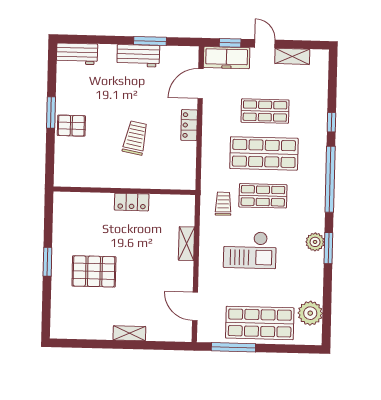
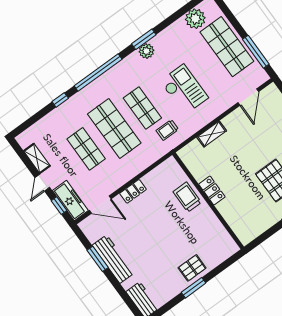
workbench: (138, 56) -> (113, 259), width x1.38
pallet: (71, 126) -> (192, 268), turned 90
trolley: (135, 138) -> (187, 197), moved, turned 79

